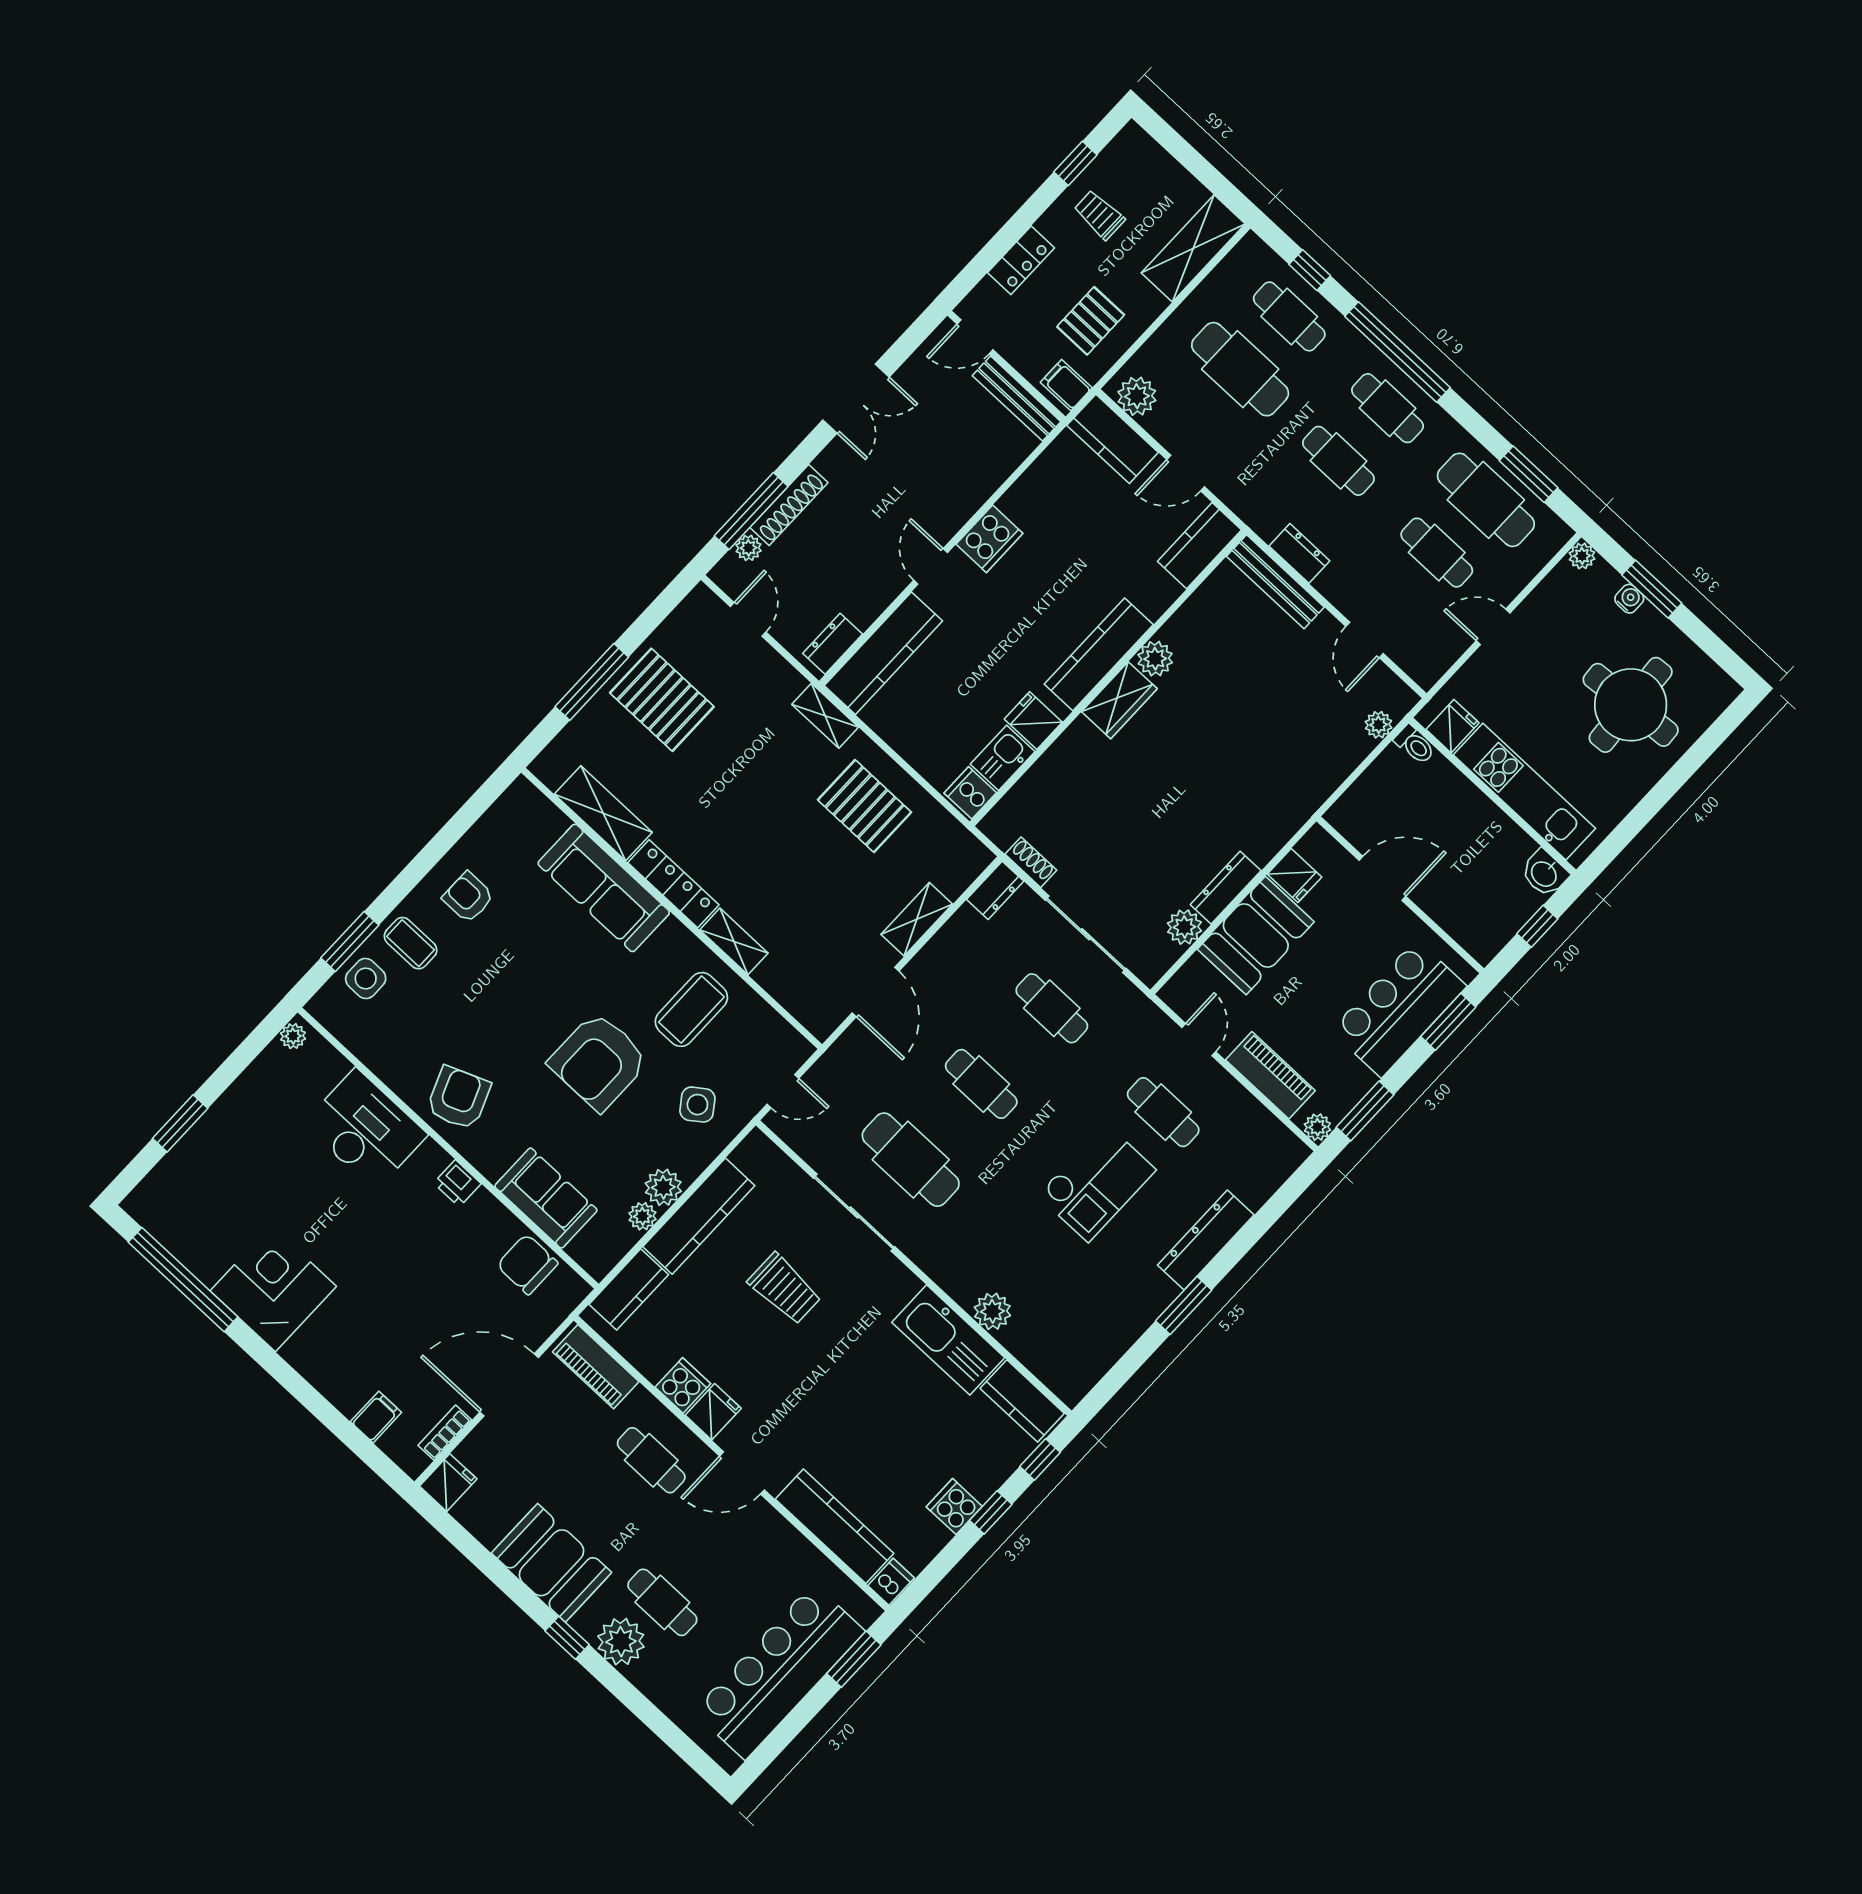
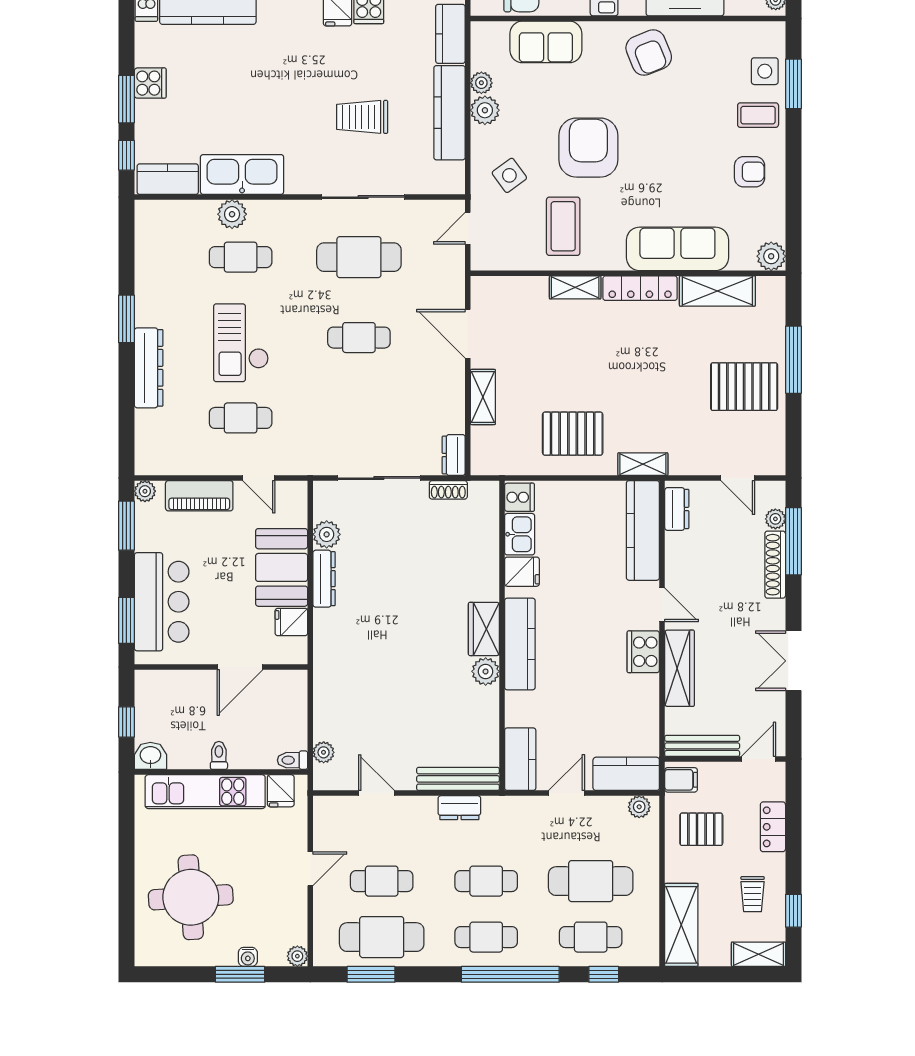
shelving: (1146, 153) -> (758, 954), added
trolley: (1099, 215) -> (753, 894), turned 90
pallet: (1091, 321) -> (701, 829), turned 90
plant: (1137, 396) -> (639, 807), width x0.73, depth x0.73
wardrobe: (970, 491) -> (680, 668), added
plant: (522, 799) -> (771, 256), added
toilet: (1480, 814) -> (219, 755), added
cafe table: (1052, 1008) -> (241, 257), moved
window: (991, 1512) -> (126, 99), width x1.50

